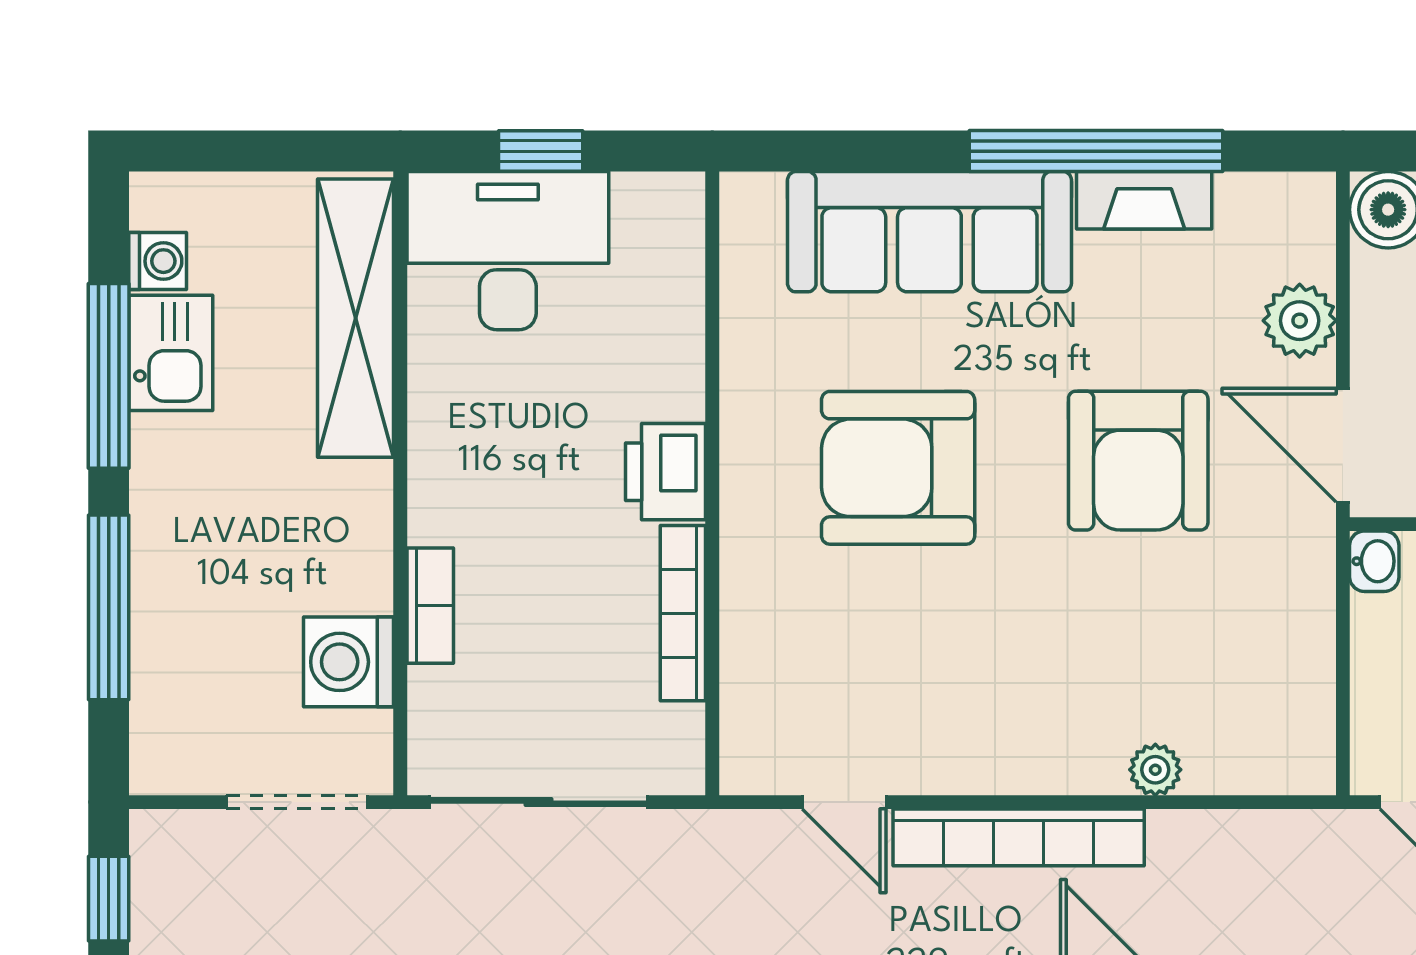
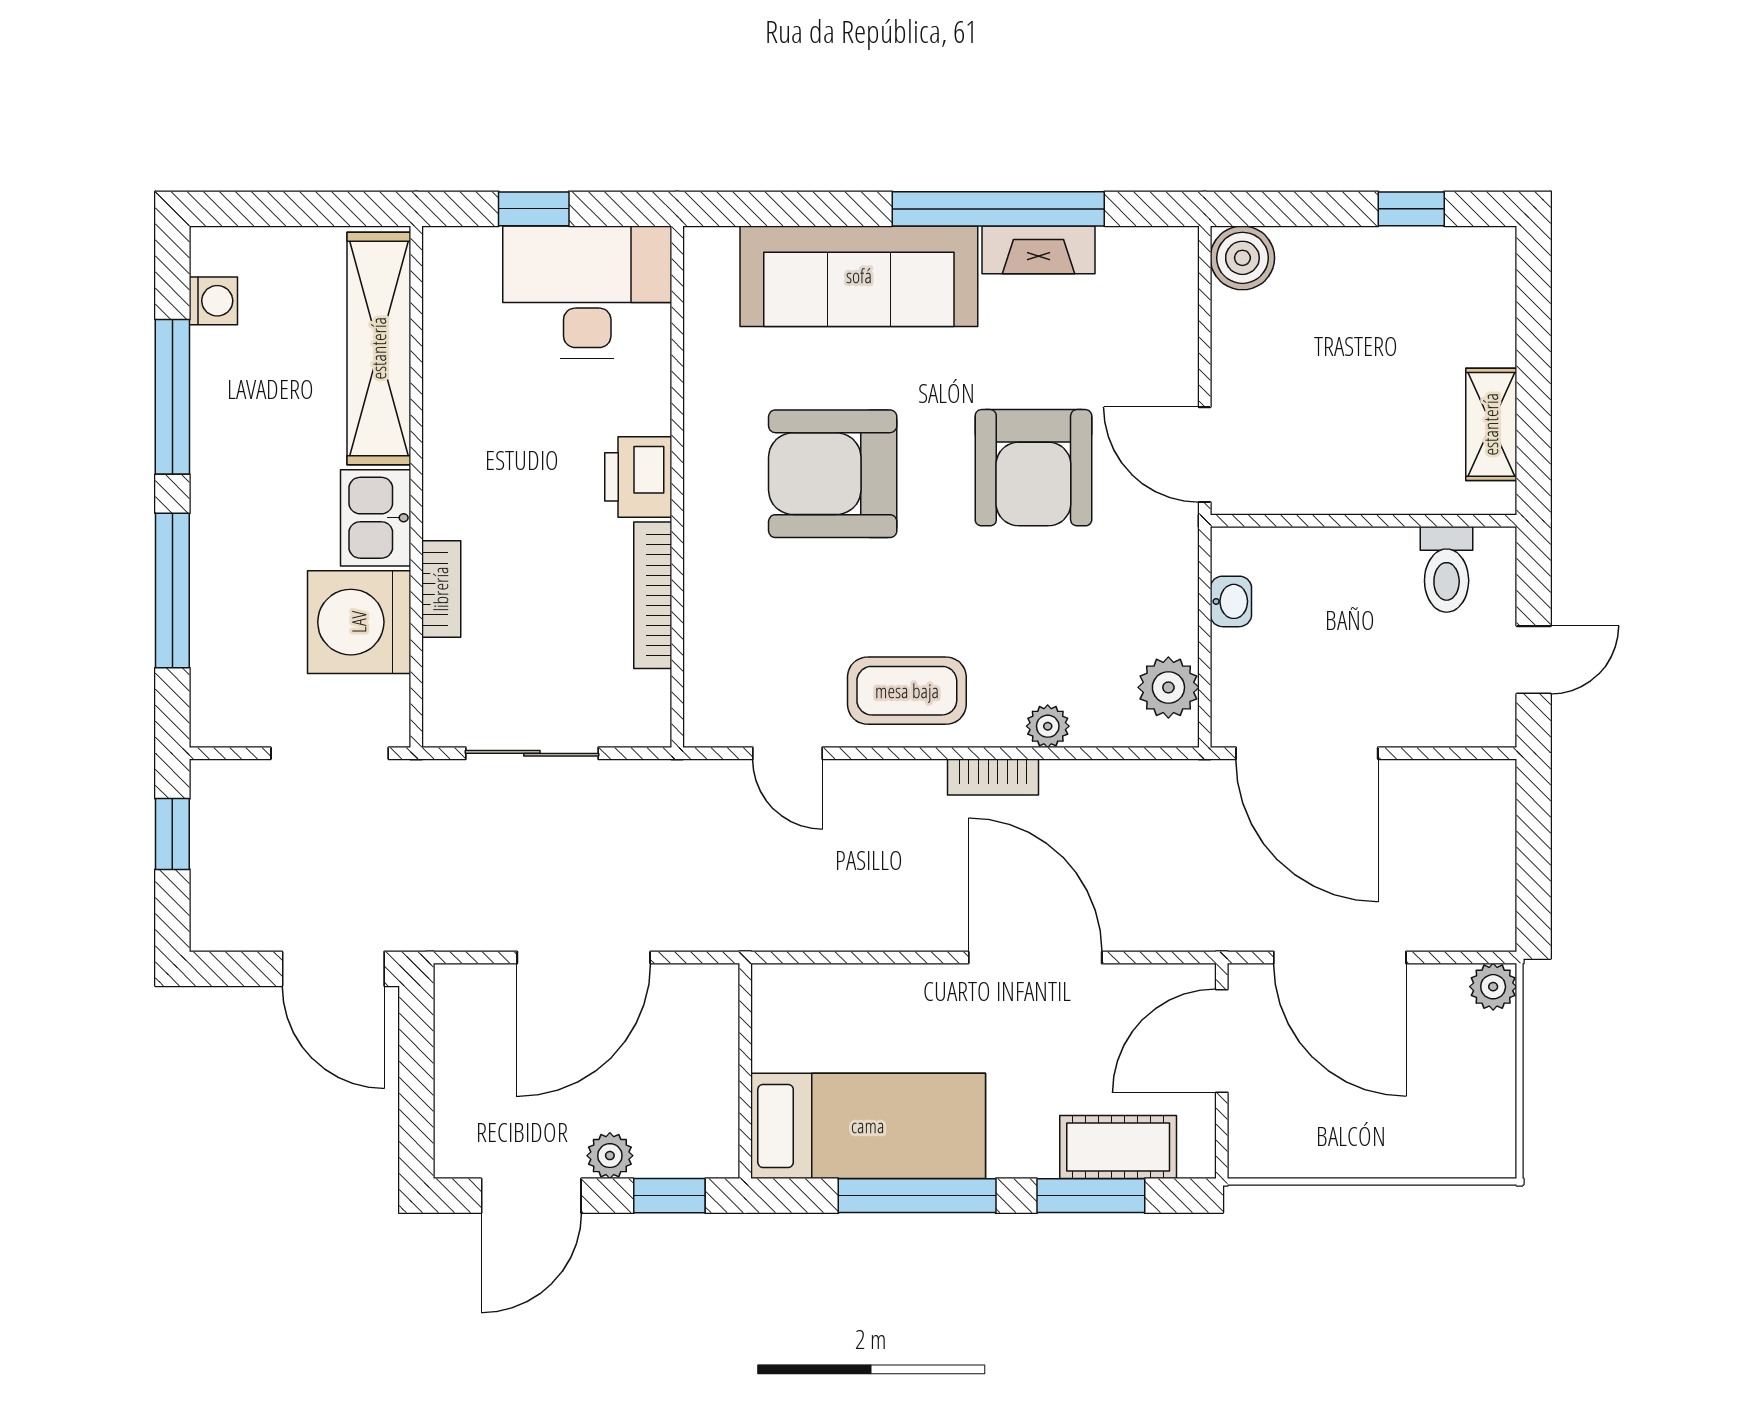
desk: (508, 251) -> (587, 292), moved
plant: (1300, 321) -> (1168, 687), moved
kitchen sink: (171, 353) -> (376, 518), moved, turned 180
washbasin: (1374, 561) -> (1231, 601), moved
washing machine: (349, 662) -> (359, 622), width x1.37, depth x1.37
coffee table: (987, 727) -> (907, 691), added
sliding door: (539, 802) -> (532, 753), width x0.73
bookcase: (1019, 837) -> (993, 777), width x0.43, depth x0.76

